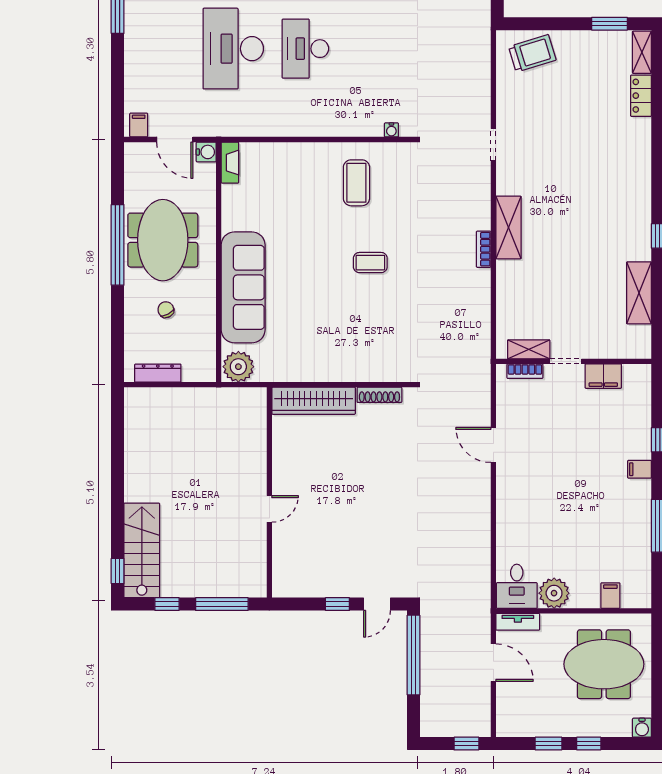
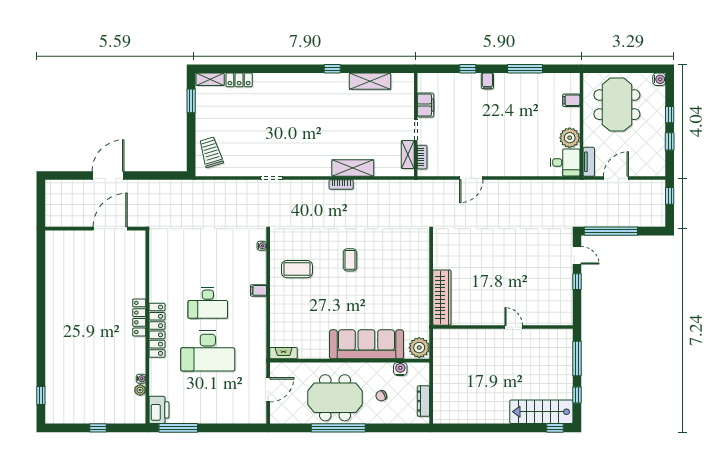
filing cabinet: (139, 125) -> (259, 290), moved
water cooler: (206, 152) -> (400, 369), moved
shelving: (508, 227) -> (353, 168), moved
shoe rack: (379, 395) -> (438, 254), removed

